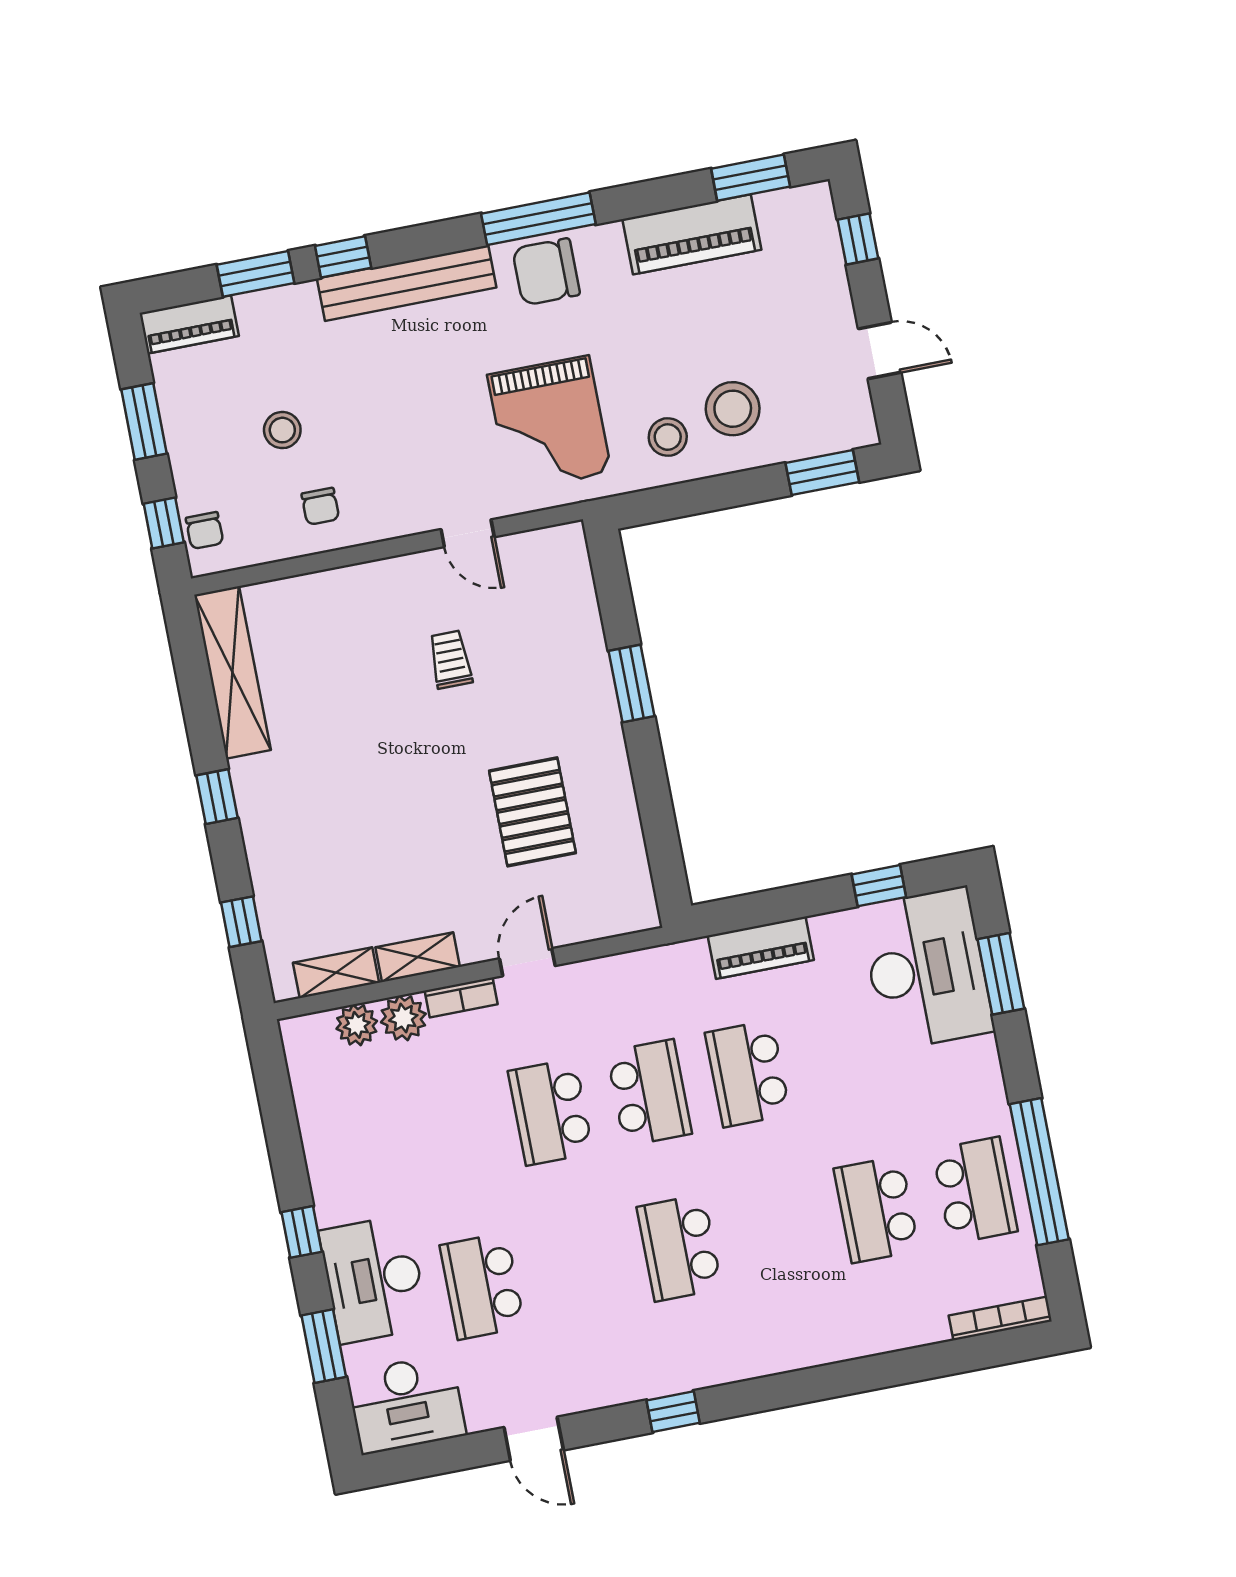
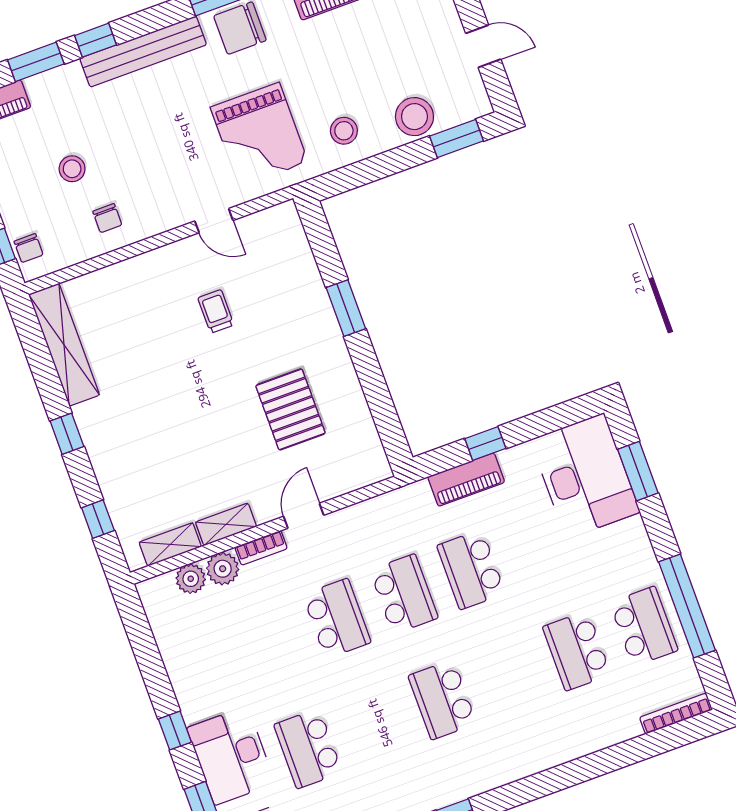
stool: (733, 409) -> (414, 117), moved
window: (879, 886) -> (485, 443), moved
school desk: (551, 1112) -> (337, 618), turned 180

